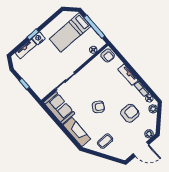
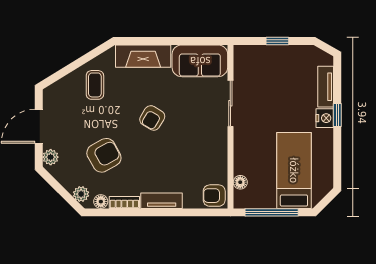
armchair: (130, 113) -> (104, 155), turned -119

